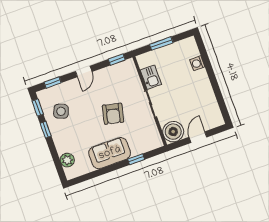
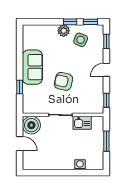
door: (84, 71) -> (106, 70), hinge flipped
plant: (67, 160) -> (64, 31), moved

